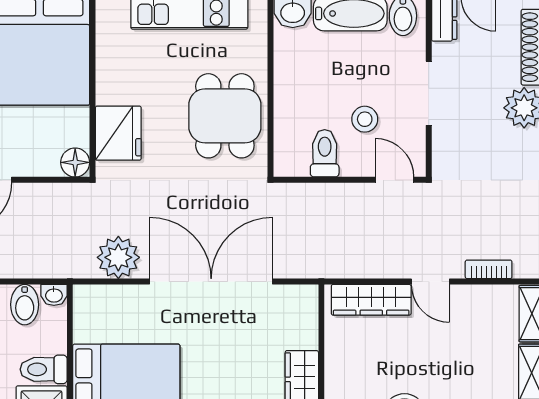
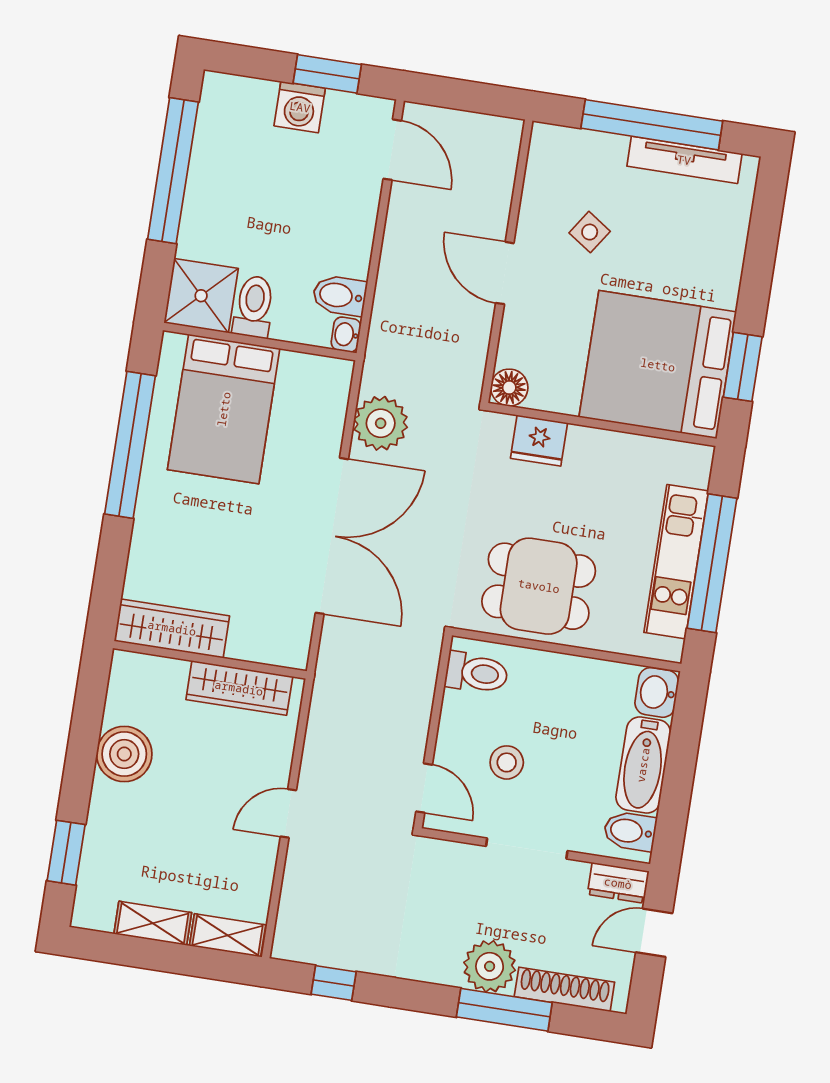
fridge: (118, 133) -> (539, 441), width x0.73, depth x0.75
toilet: (325, 153) -> (477, 673), moved
door: (395, 180) -> (424, 788), hinge flipped
bookcase: (489, 269) -> (292, 889), removed
wardrobe: (371, 300) -> (239, 688), moved, turned -90

